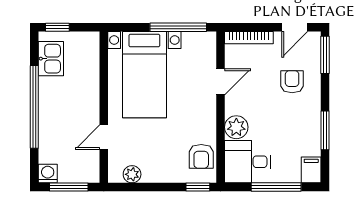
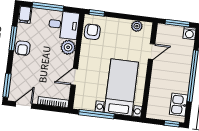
armchair: (292, 82) -> (23, 48), moved

